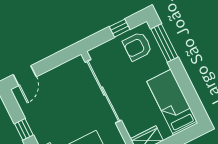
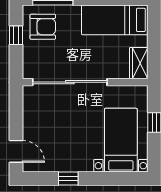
armchair: (137, 46) -> (43, 27), turned -90

